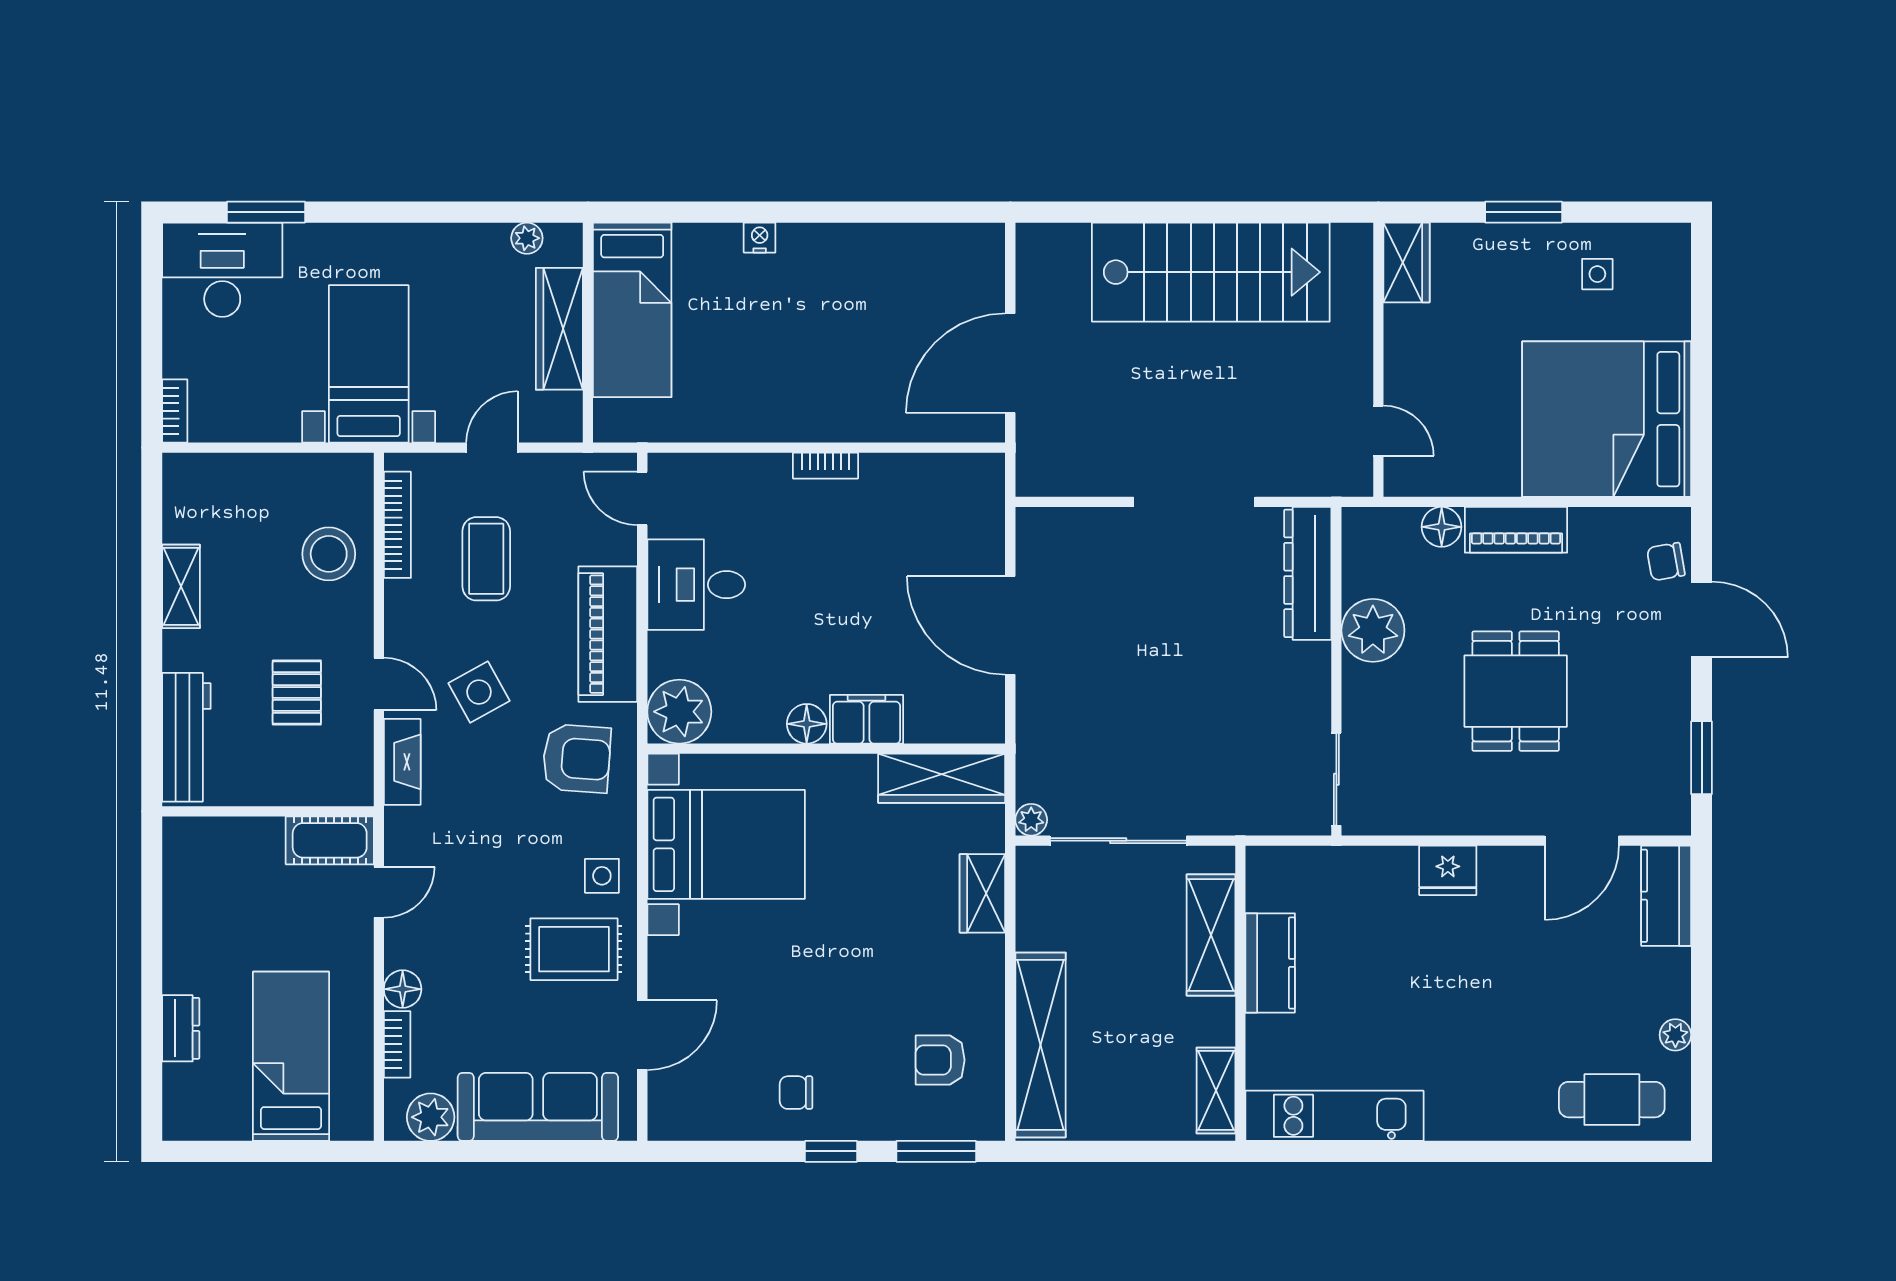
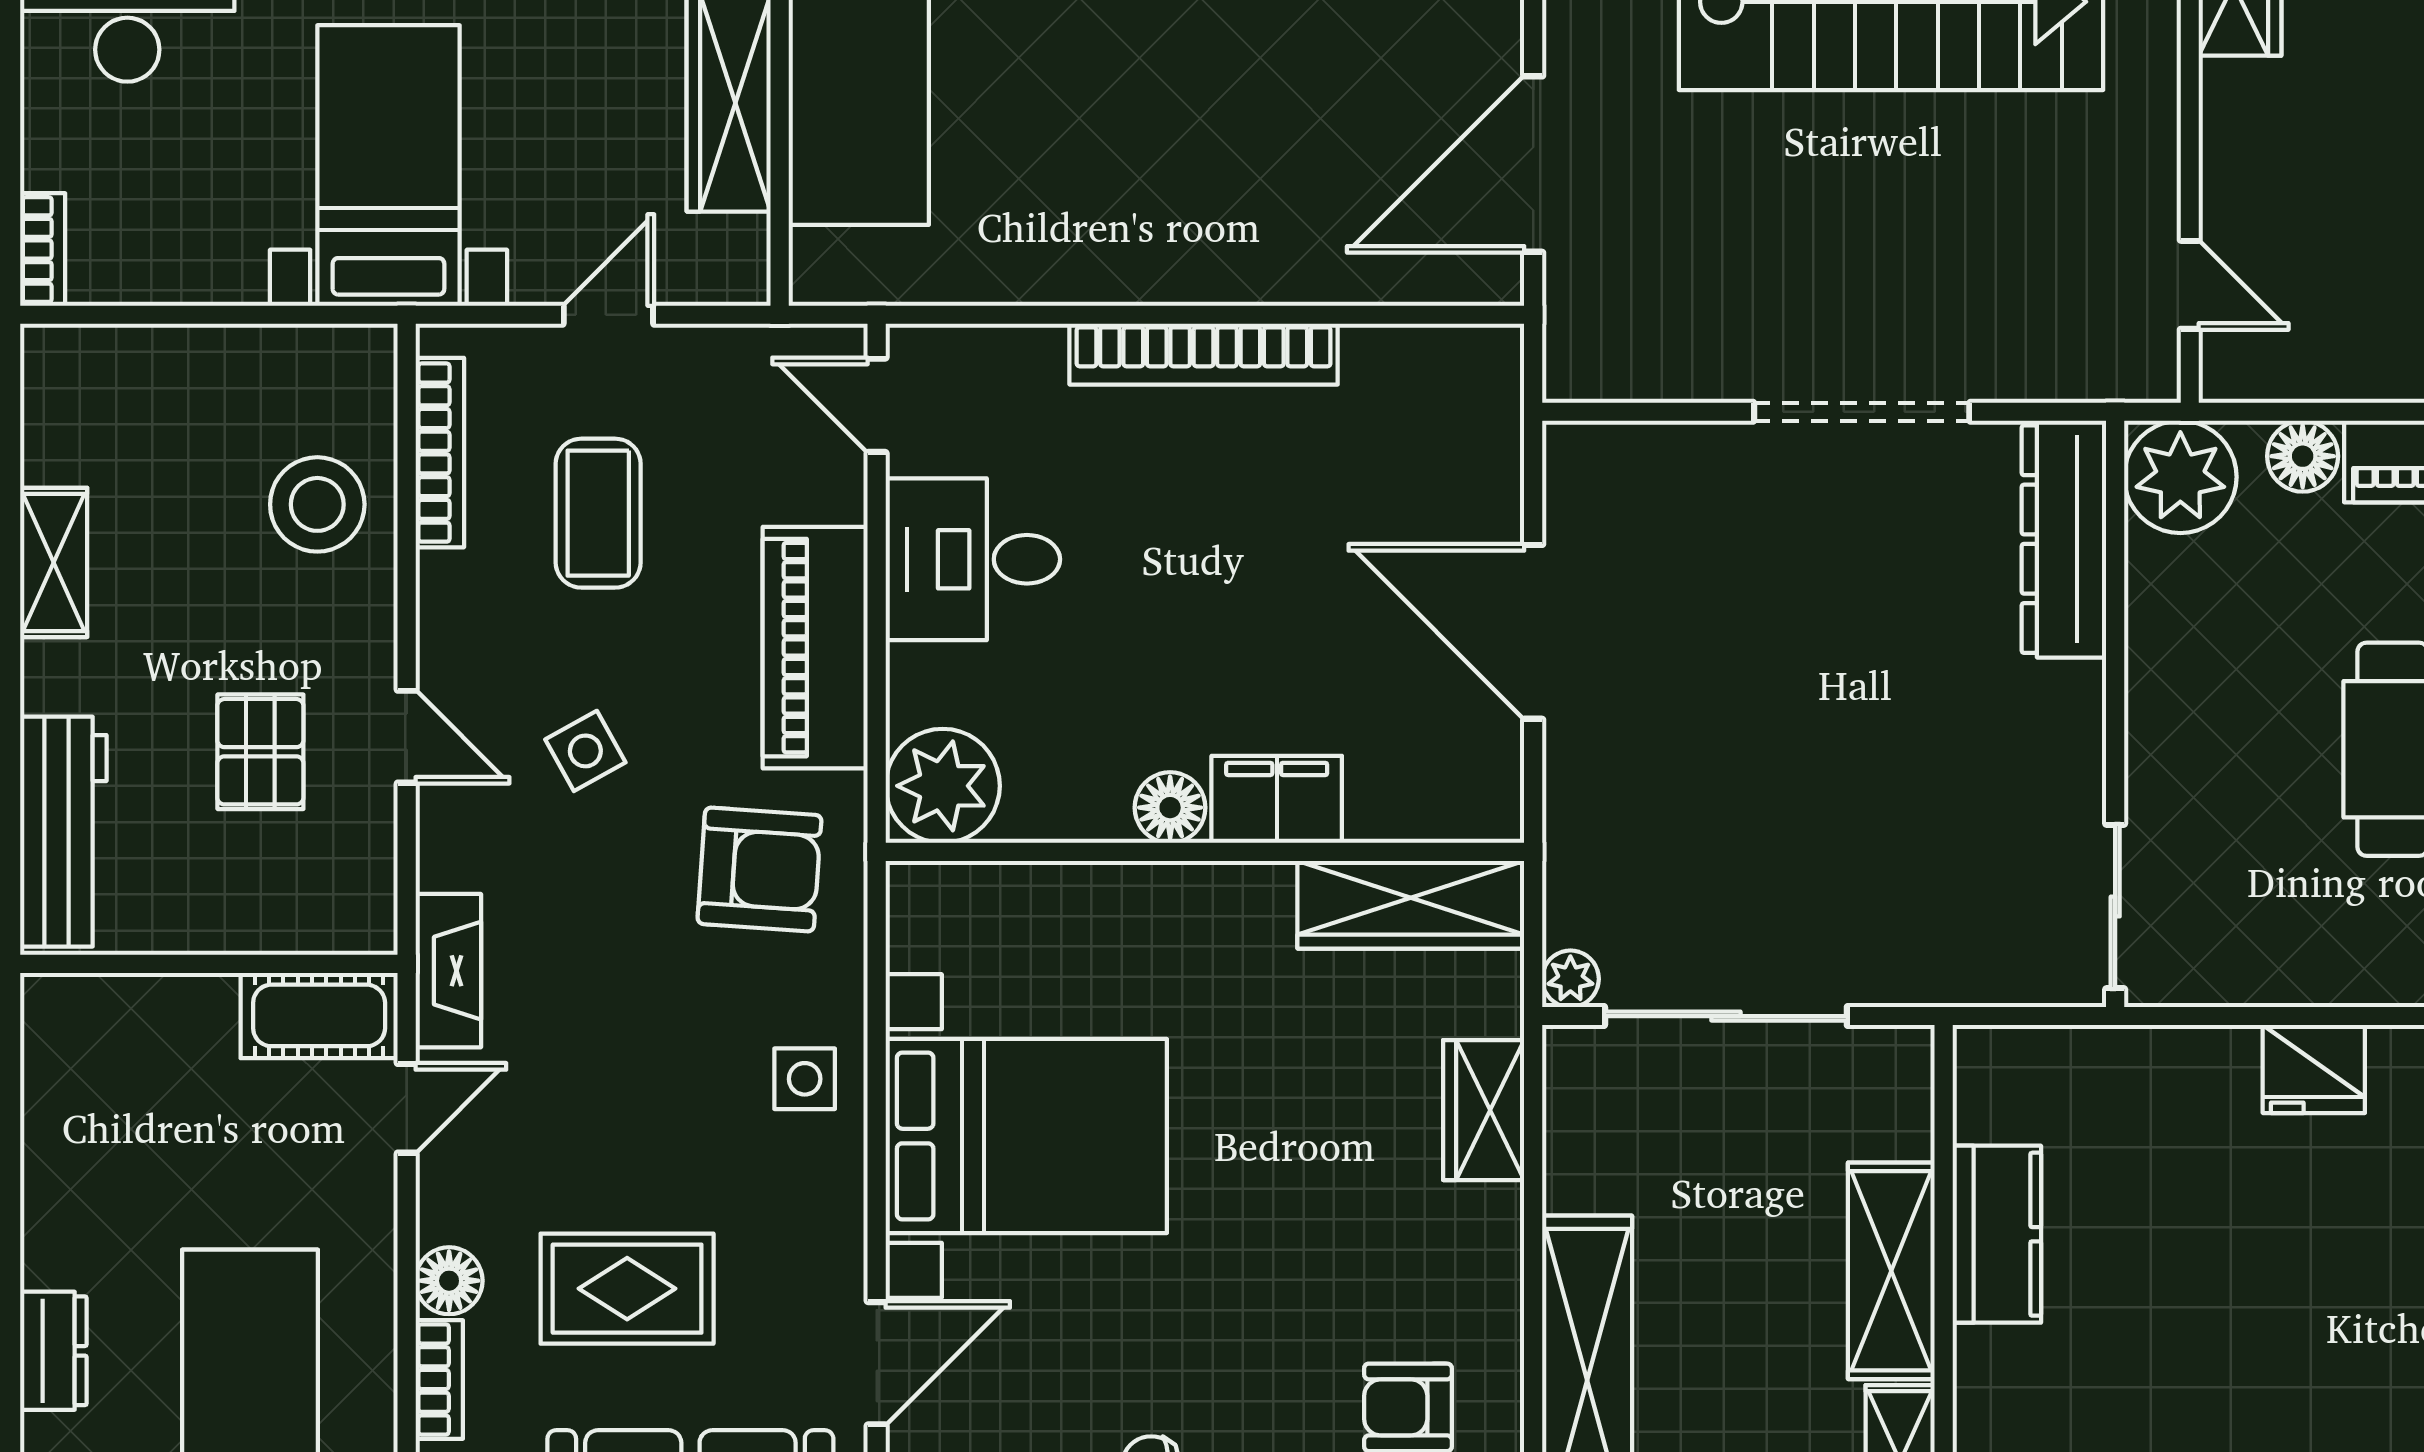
bookcase: (825, 466) -> (1204, 354), width x2.31, depth x1.31
plant: (1373, 630) -> (2180, 477), moved
side table: (479, 692) -> (585, 751), width x0.73, depth x0.73
fireplace: (402, 762) -> (448, 971), moved
bed with nightstands: (726, 844) -> (1026, 1136), moved
shelving: (1211, 935) -> (1891, 1271), moved
rug: (574, 949) -> (627, 1289), moved

